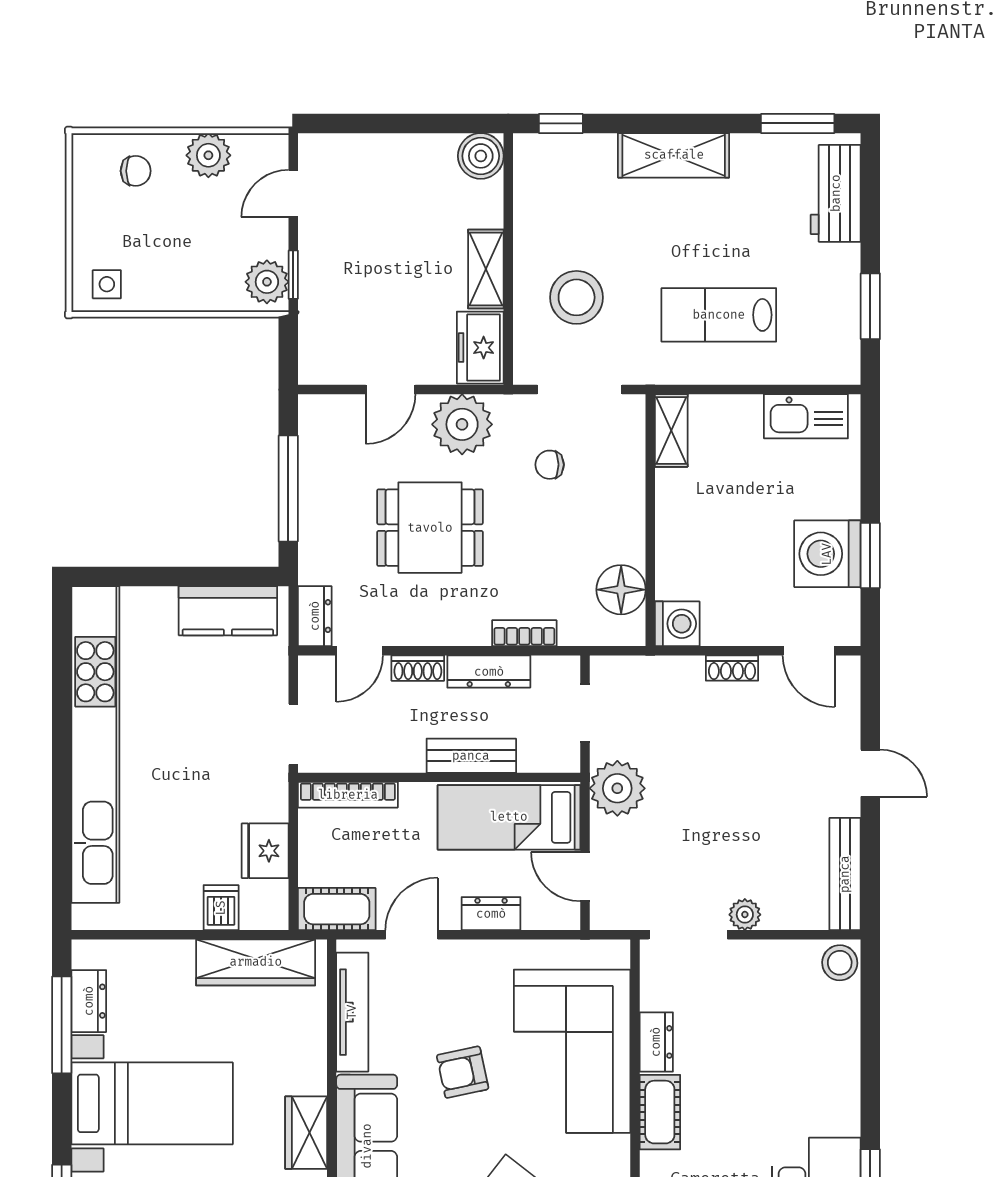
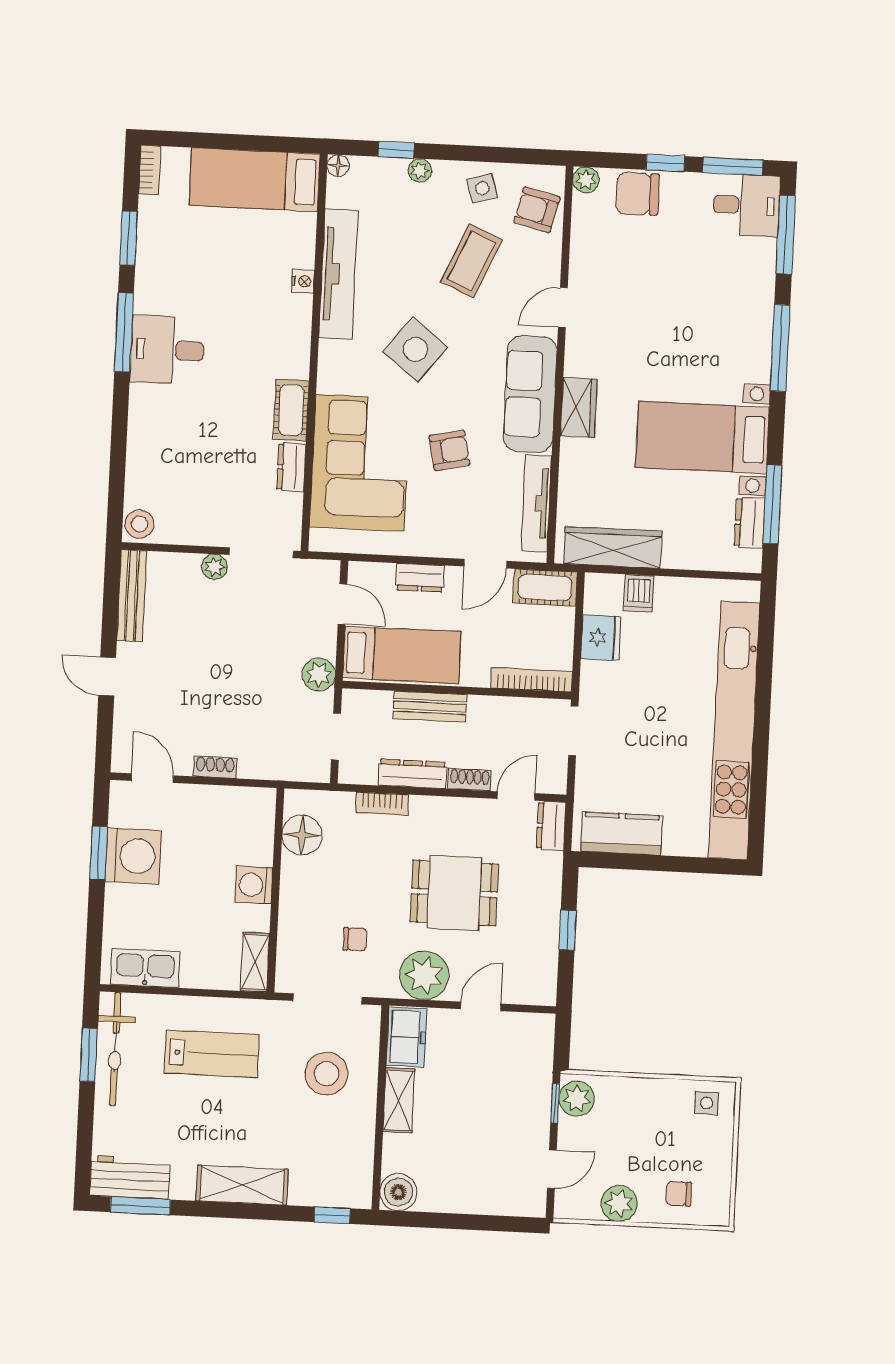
workbench: (836, 193) -> (130, 1177), moved, turned -90
bicycle: (838, 315) -> (115, 1049), added
window: (288, 489) -> (568, 930), width x0.46
washing machine: (677, 624) -> (254, 885), moved
plant: (617, 788) -> (319, 675), width x0.73, depth x0.73

